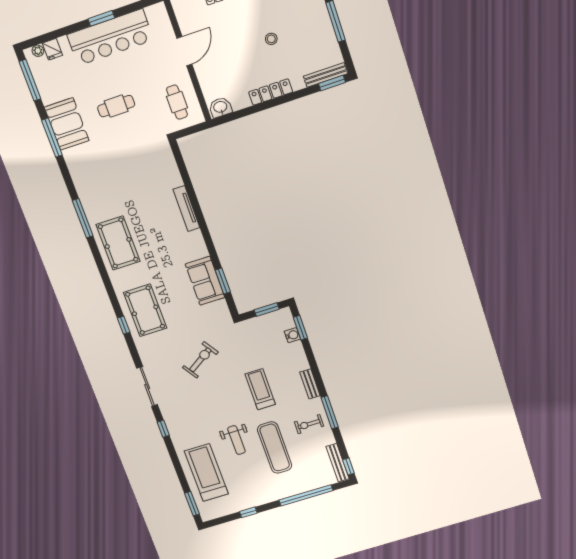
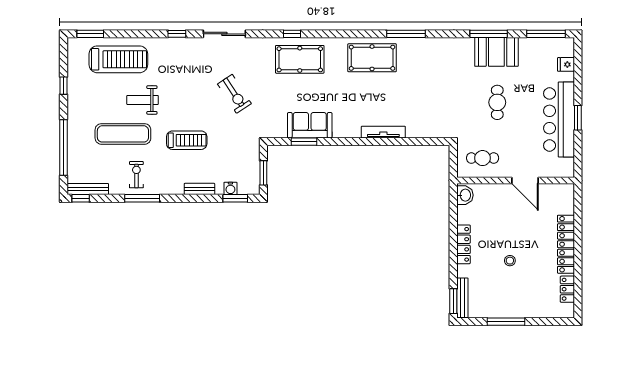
plant: (38, 51) -> (569, 51), removed
bench: (310, 384) -> (199, 189), moved

